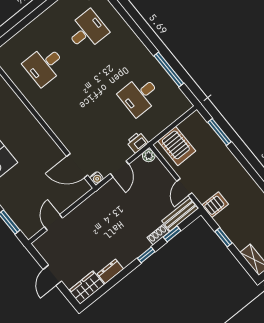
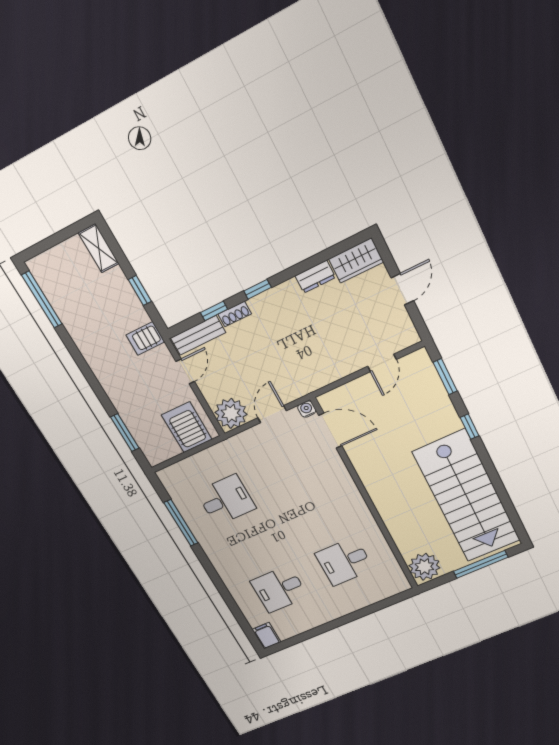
desk: (44, 65) -> (344, 561), turned 180
printer: (137, 142) -> (240, 443), removed
plant: (149, 156) -> (231, 413), width x1.88, depth x1.88

